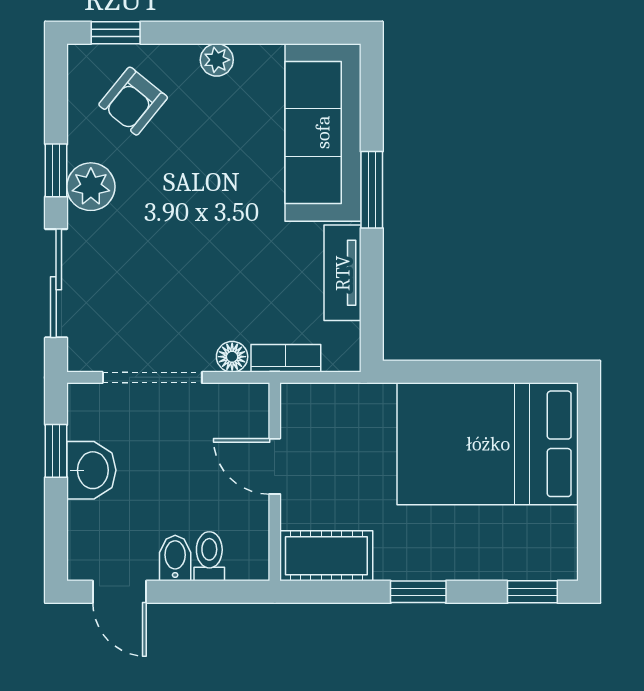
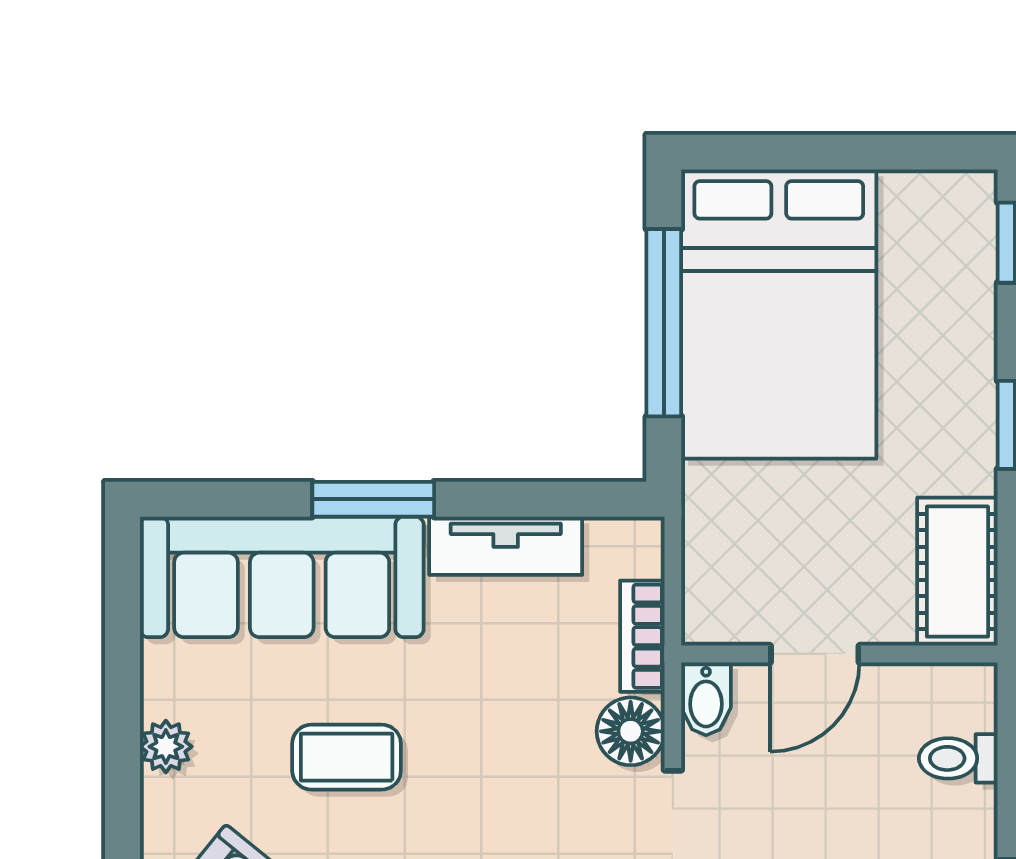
coffee table: (210, 173) -> (347, 757), added
floor lamp: (232, 357) -> (631, 731), width x1.37, depth x1.37
window: (482, 372) -> (664, 323), added
bidet: (175, 558) -> (706, 699), moved, turned -90

